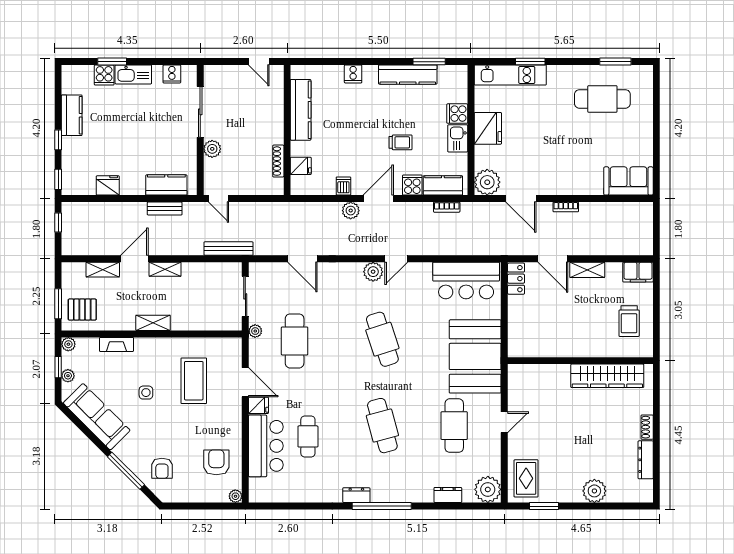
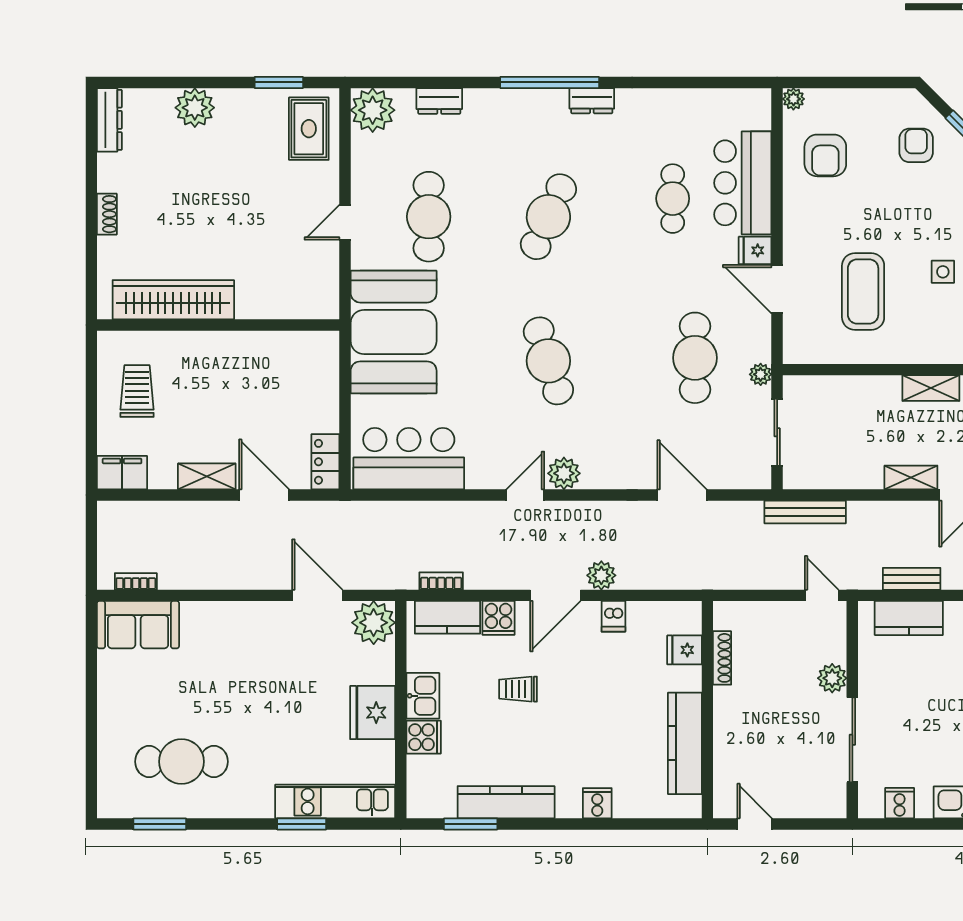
bookcase: (566, 207) -> (136, 581), moved
cafe table: (382, 426) -> (548, 217), turned 39
dresser: (646, 460) -> (109, 120), moved

